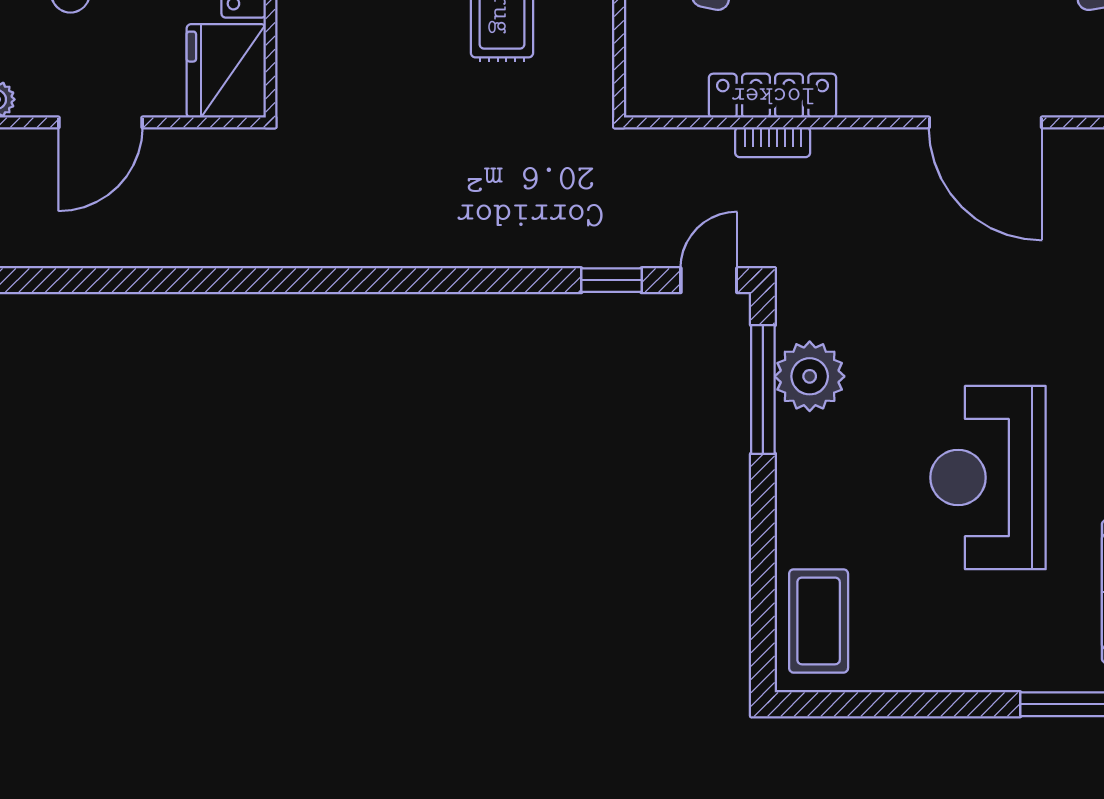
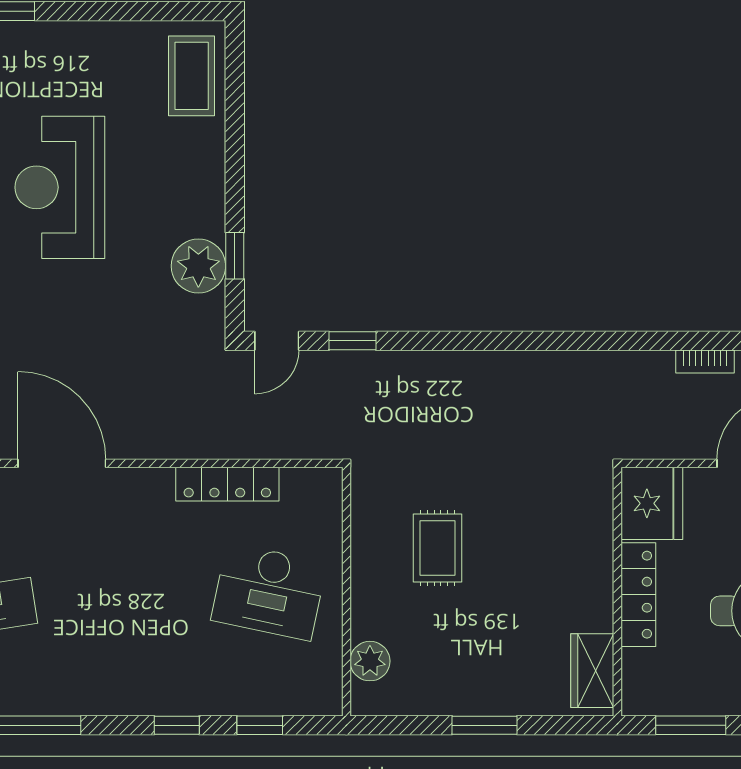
bookcase: (773, 142) -> (705, 362), moved, turned 180
window: (763, 389) -> (235, 256), width x0.46
reception desk: (988, 478) -> (60, 187), turned 180

